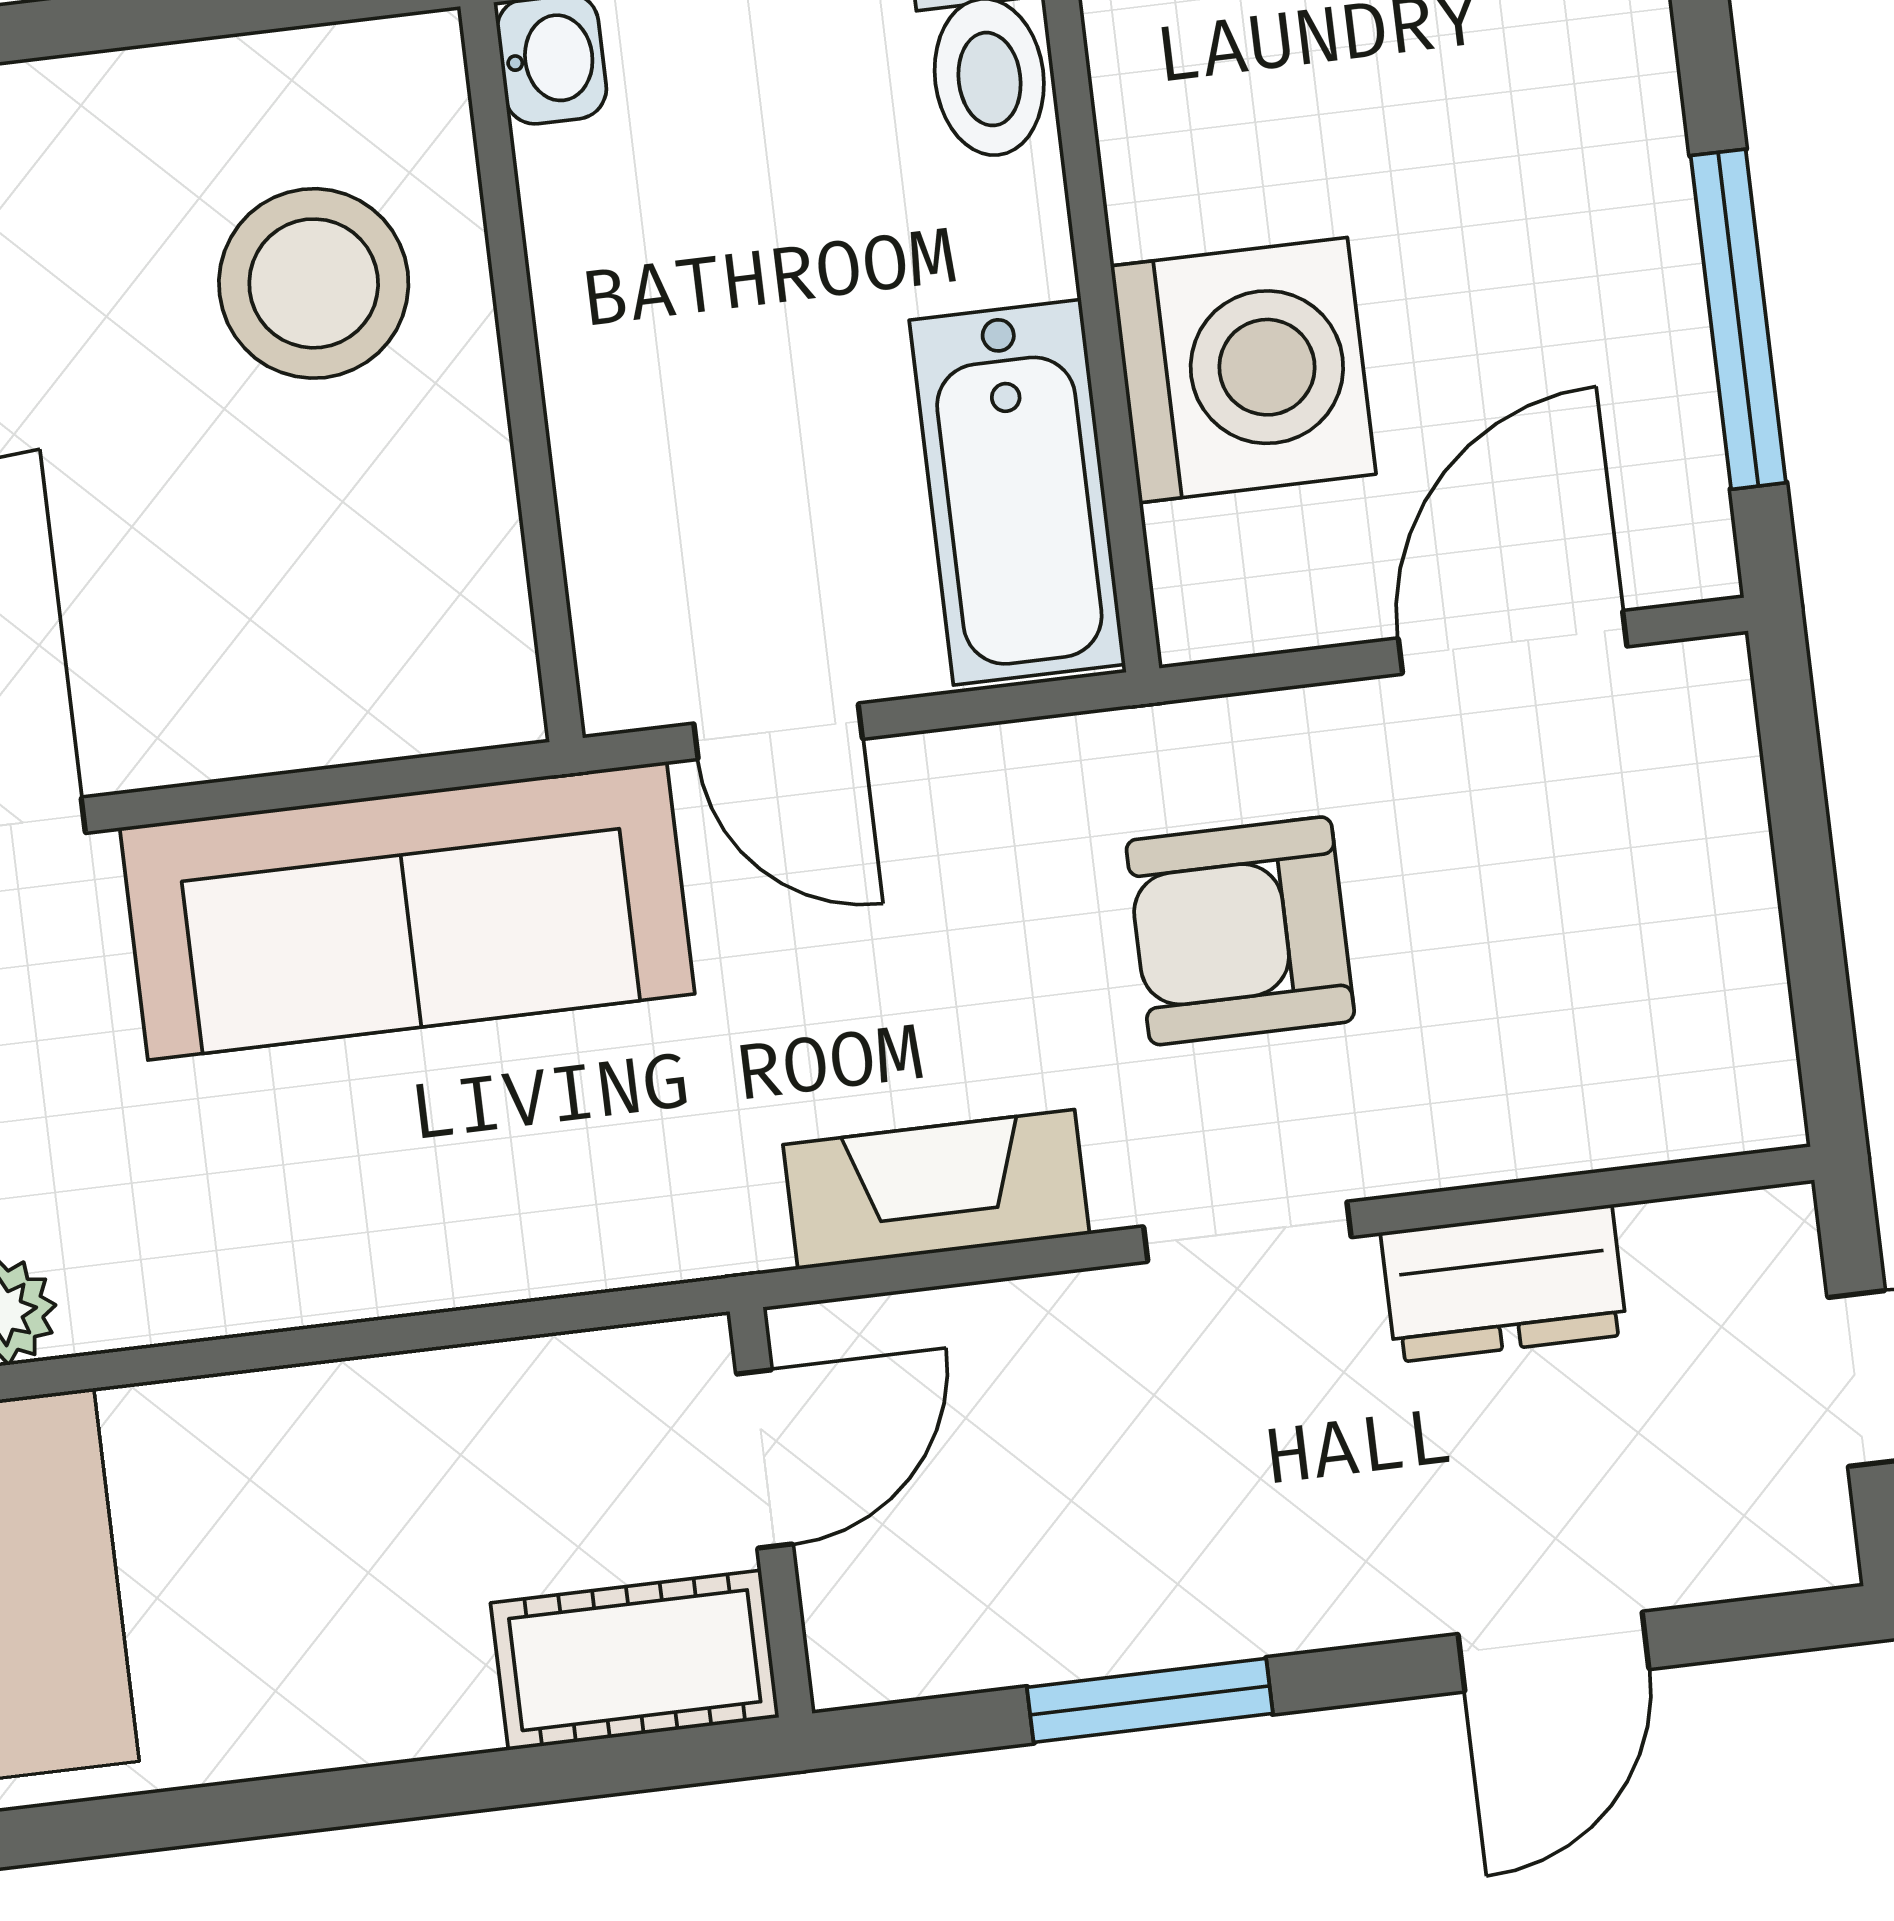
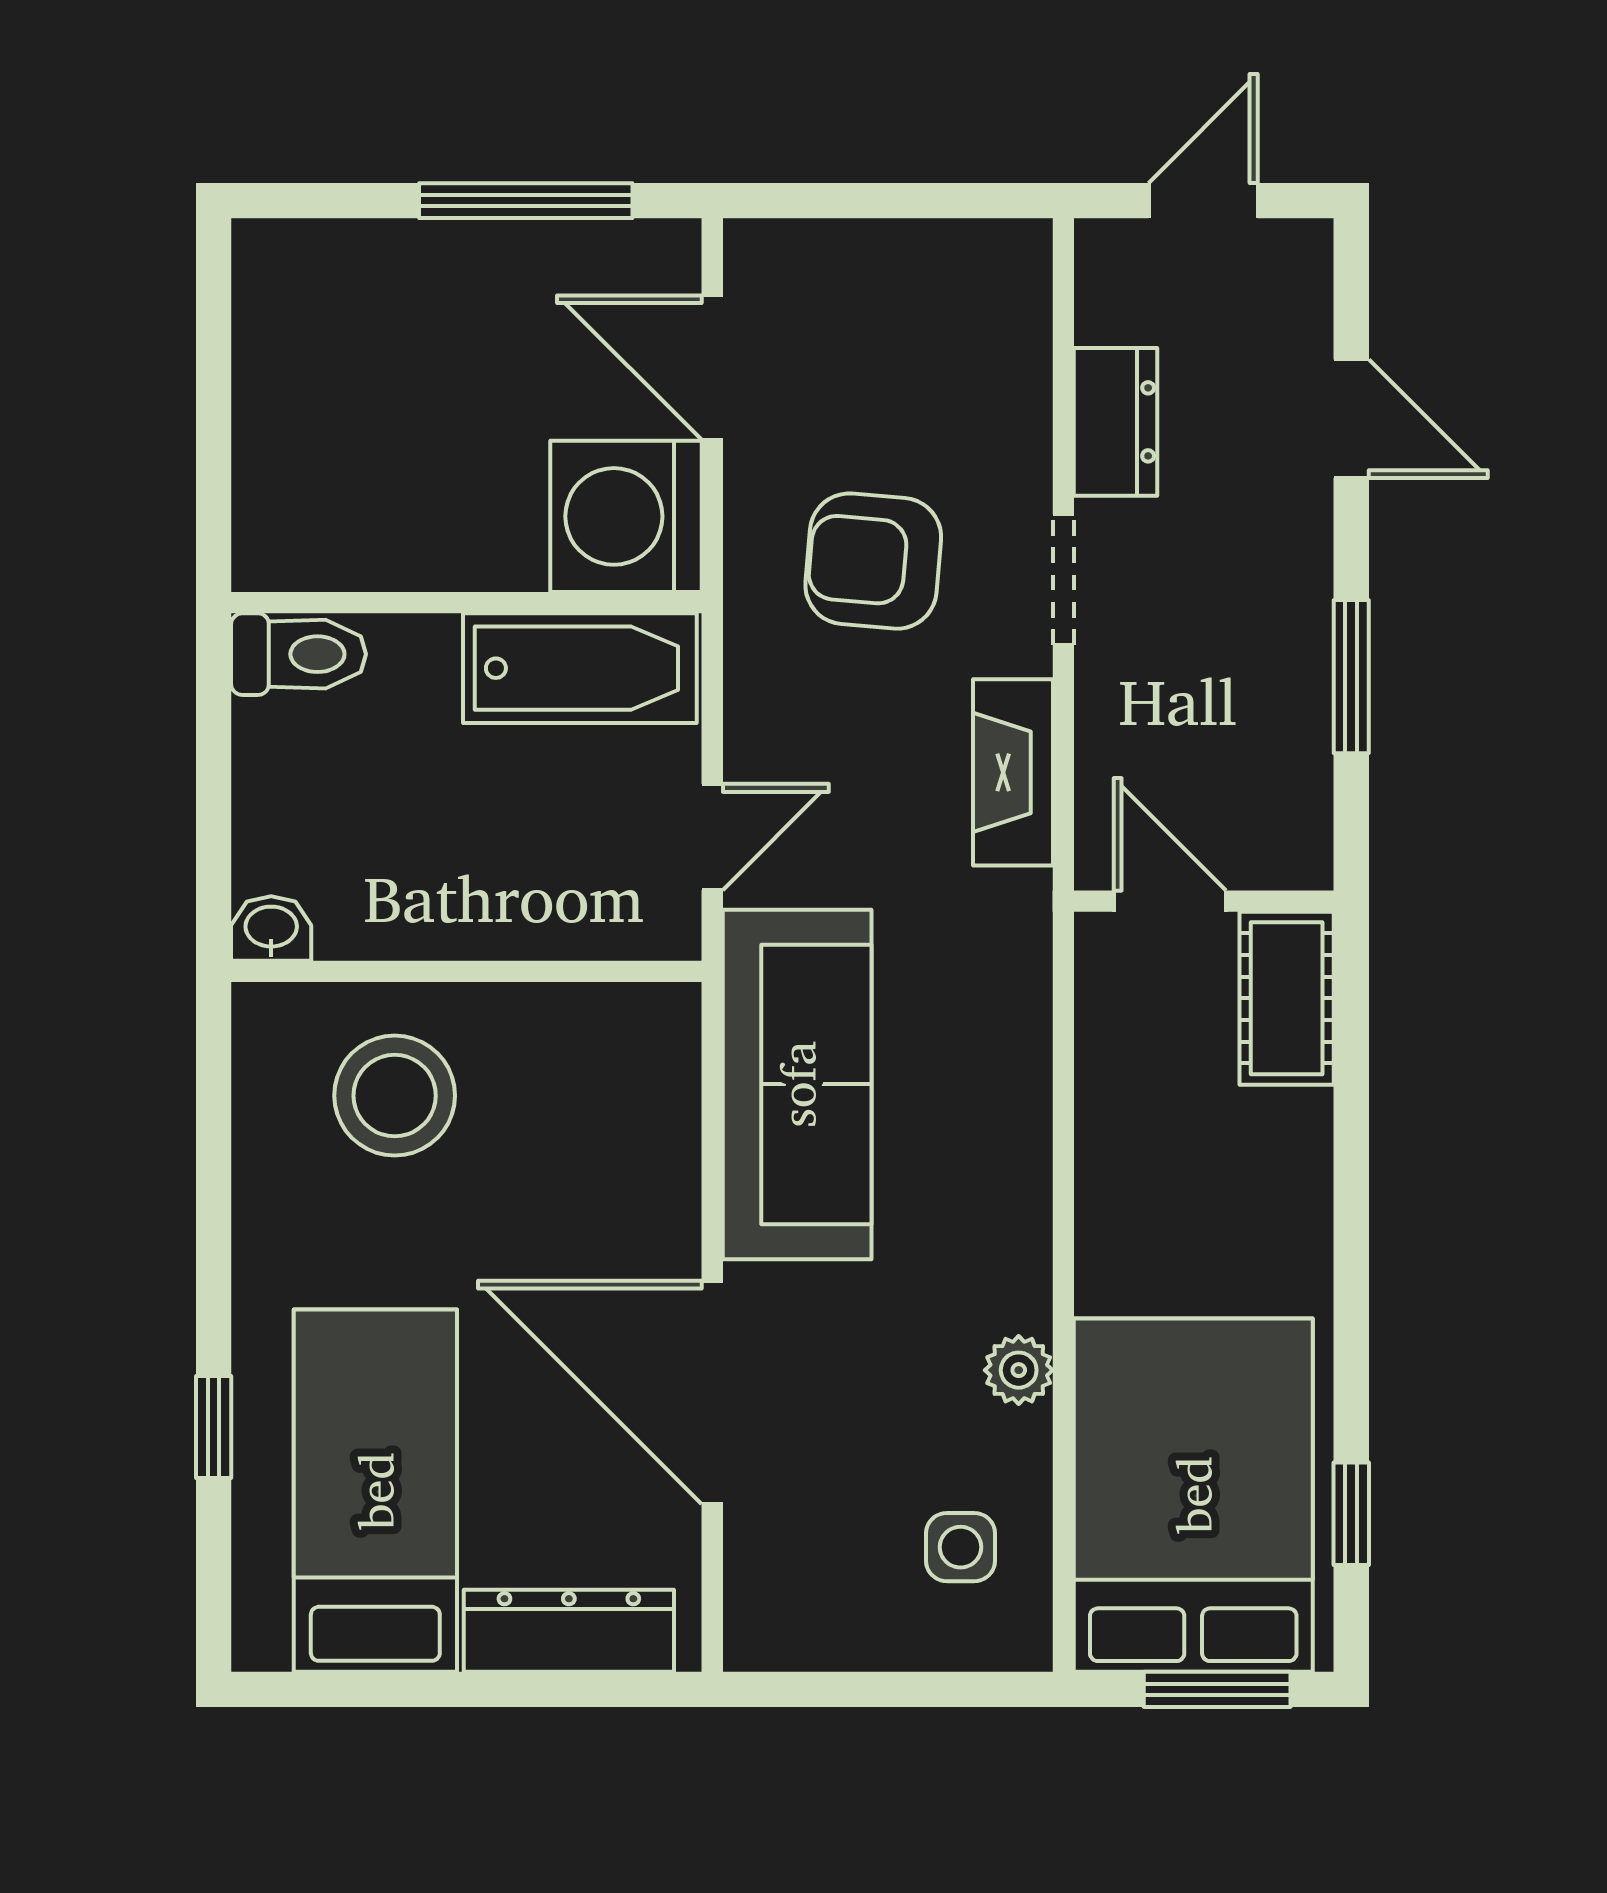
washing machine: (1243, 370) -> (626, 516), moved, turned -90
armchair: (1240, 931) -> (873, 561), turned 95

